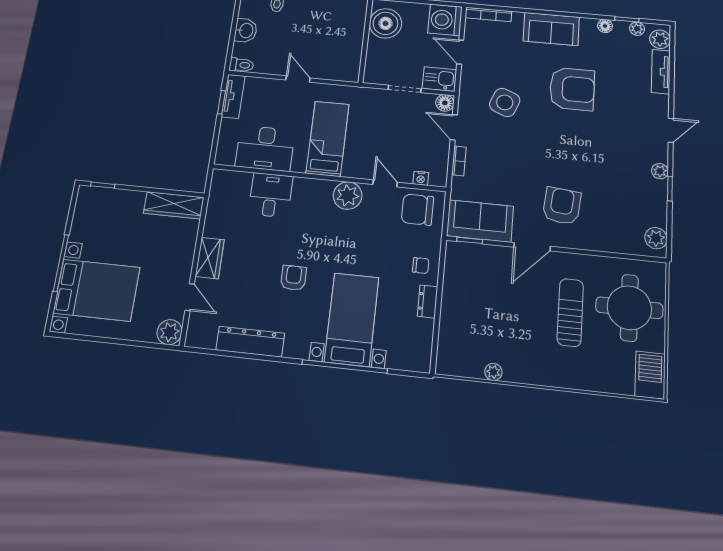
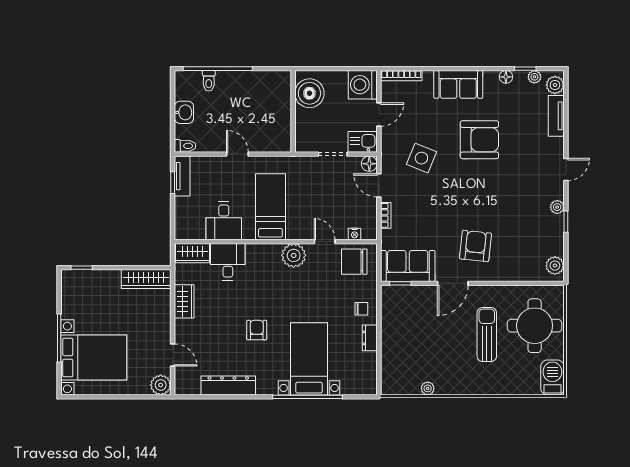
door: (460, 52) -> (379, 115), swing flipped
desk: (265, 148) -> (224, 221), width x0.73
wardrobe: (232, 181) -> (192, 253), added
wardrobe: (210, 258) -> (184, 301), moved

